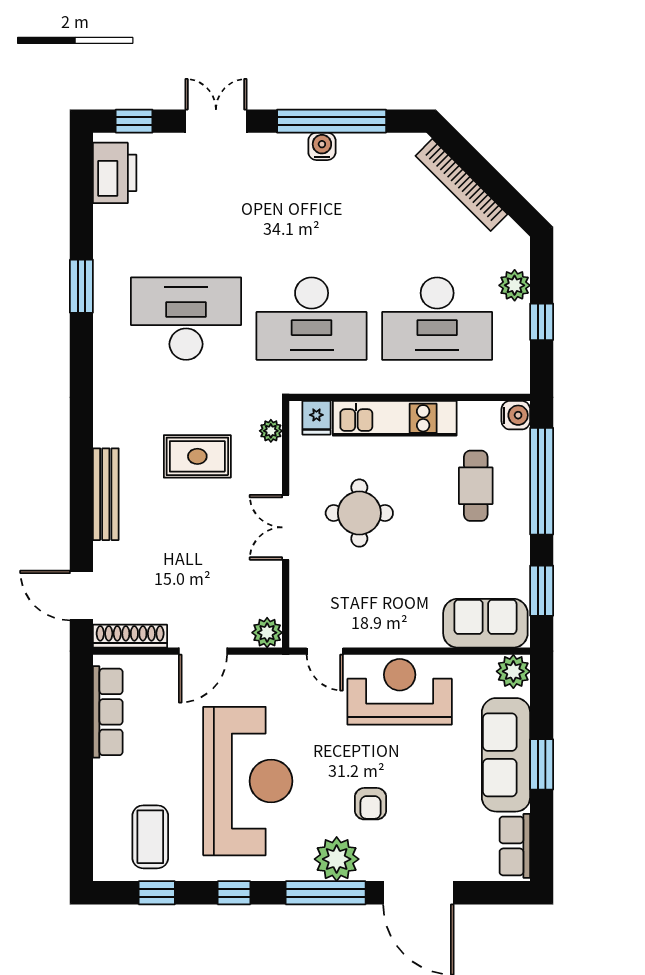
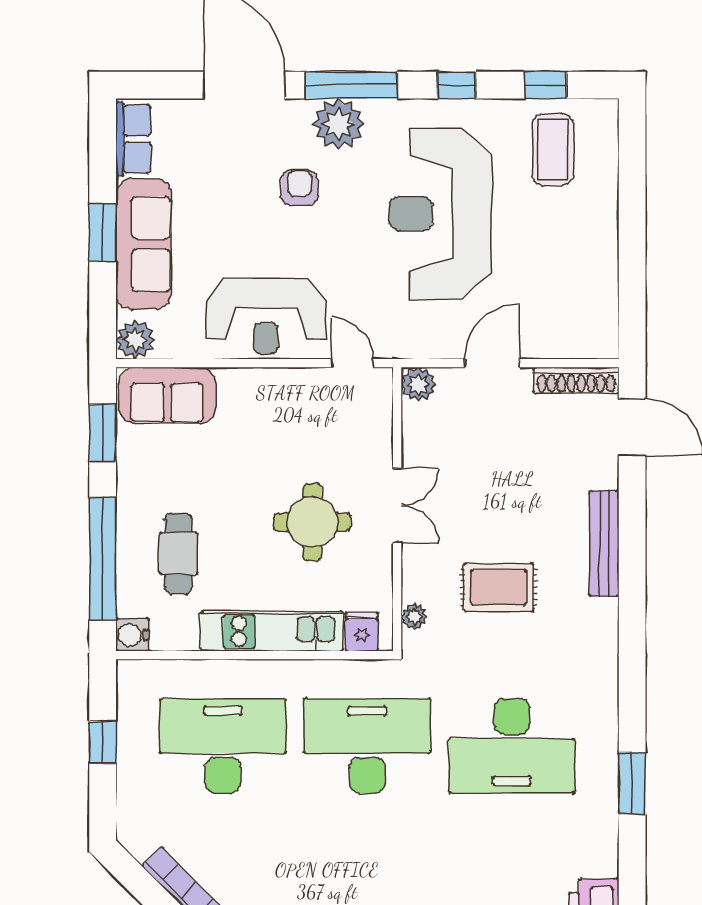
plant: (515, 285) -> (134, 784), removed
row of seats: (108, 712) -> (602, 293), removed

